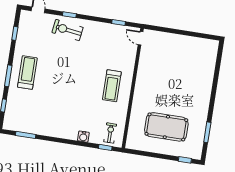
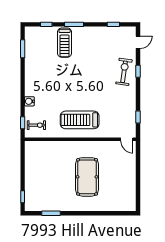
door: (141, 38) -> (127, 139), swing flipped
treadmill: (27, 73) -> (65, 43), moved, turned 90
treadmill: (112, 86) -> (80, 120), width x1.37, depth x1.38
pool table: (166, 127) -> (87, 177), moved

